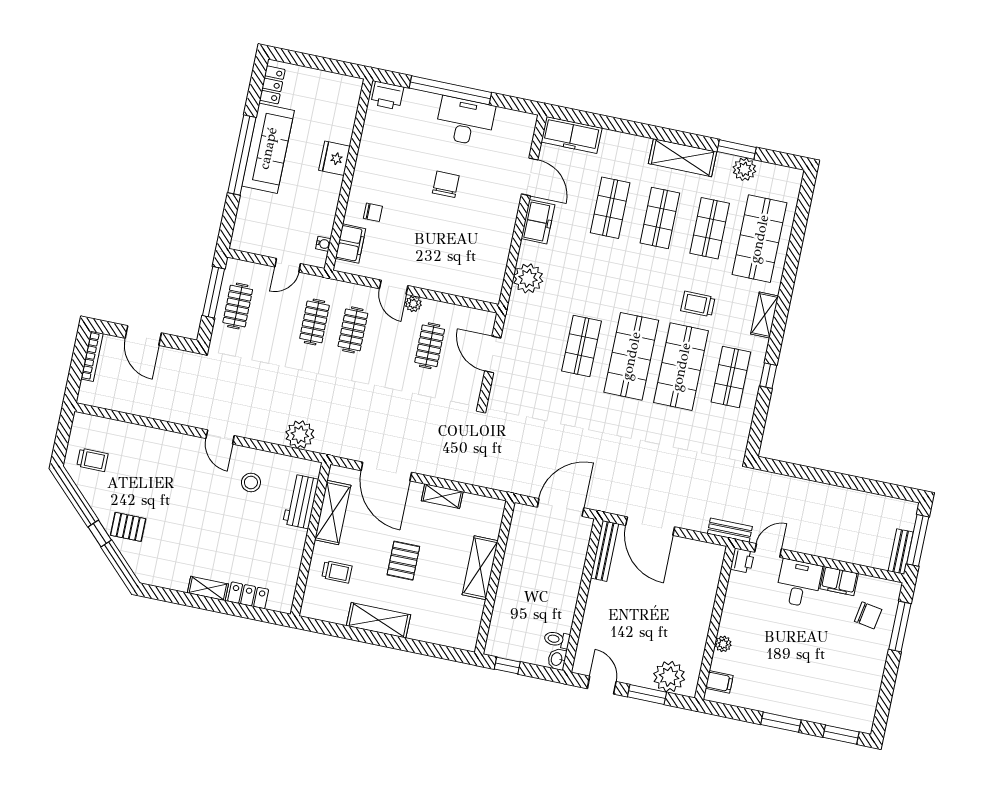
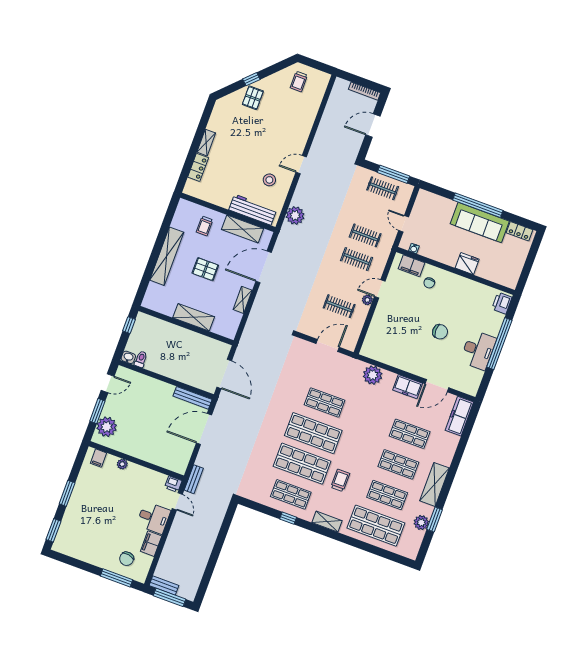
workbench: (301, 501) -> (253, 210), width x1.38
shelving: (378, 620) -> (167, 256), width x1.47

